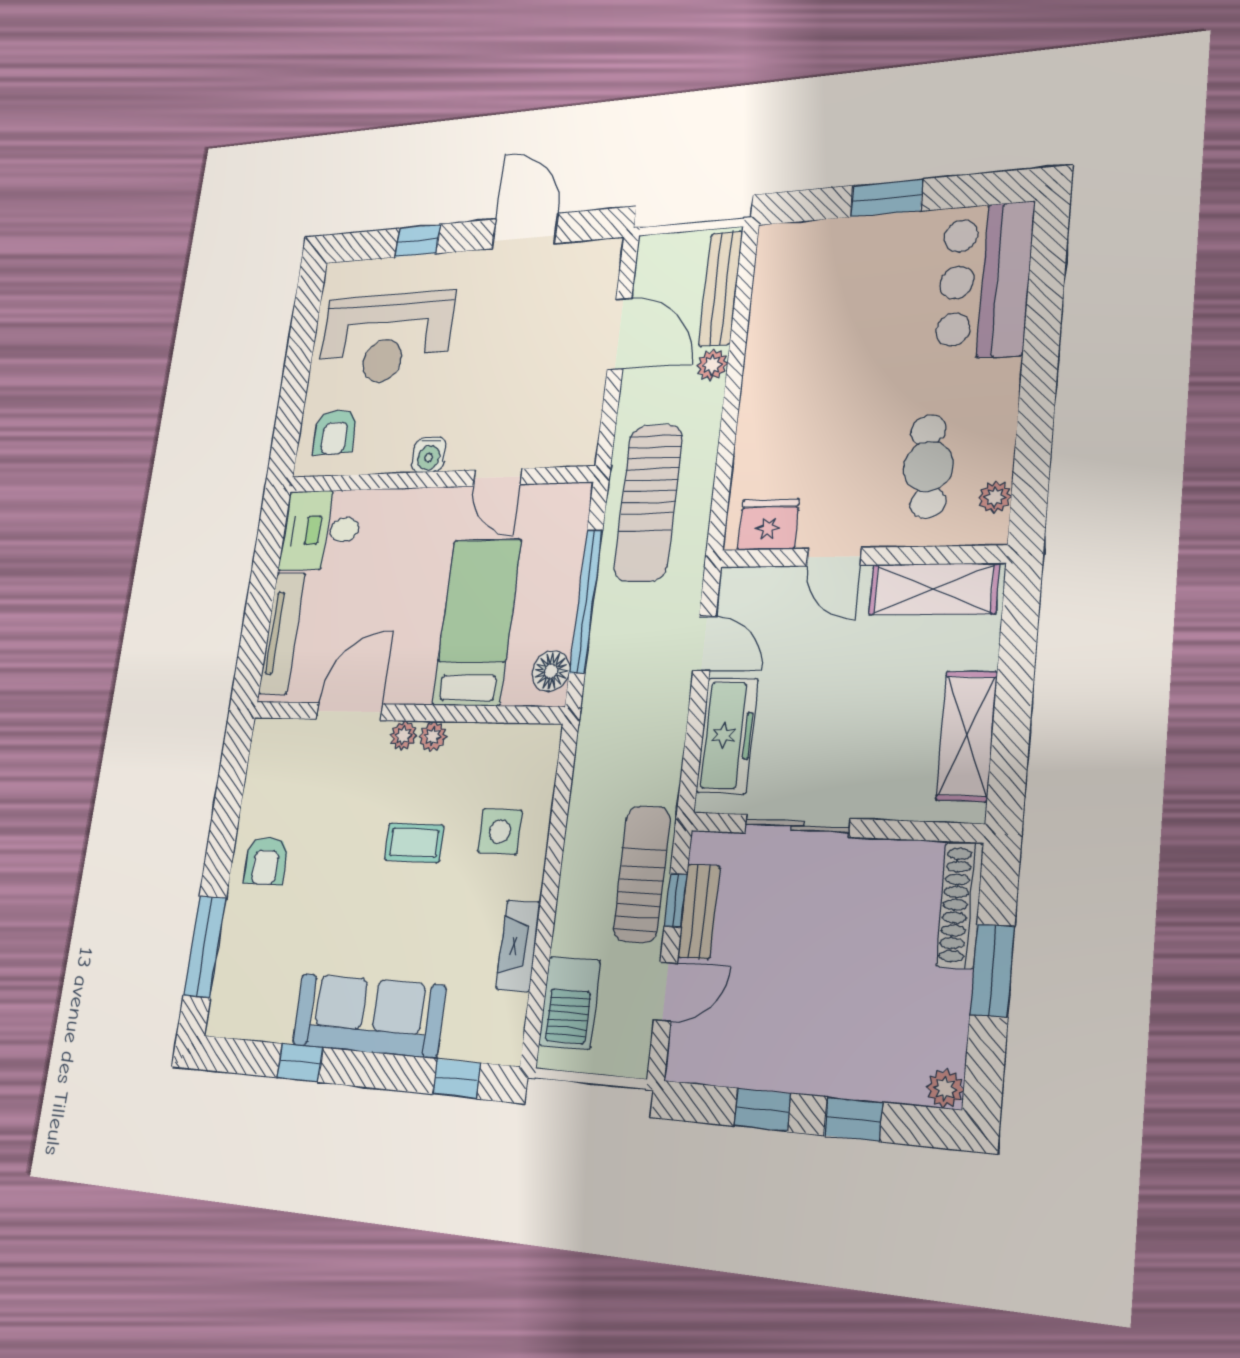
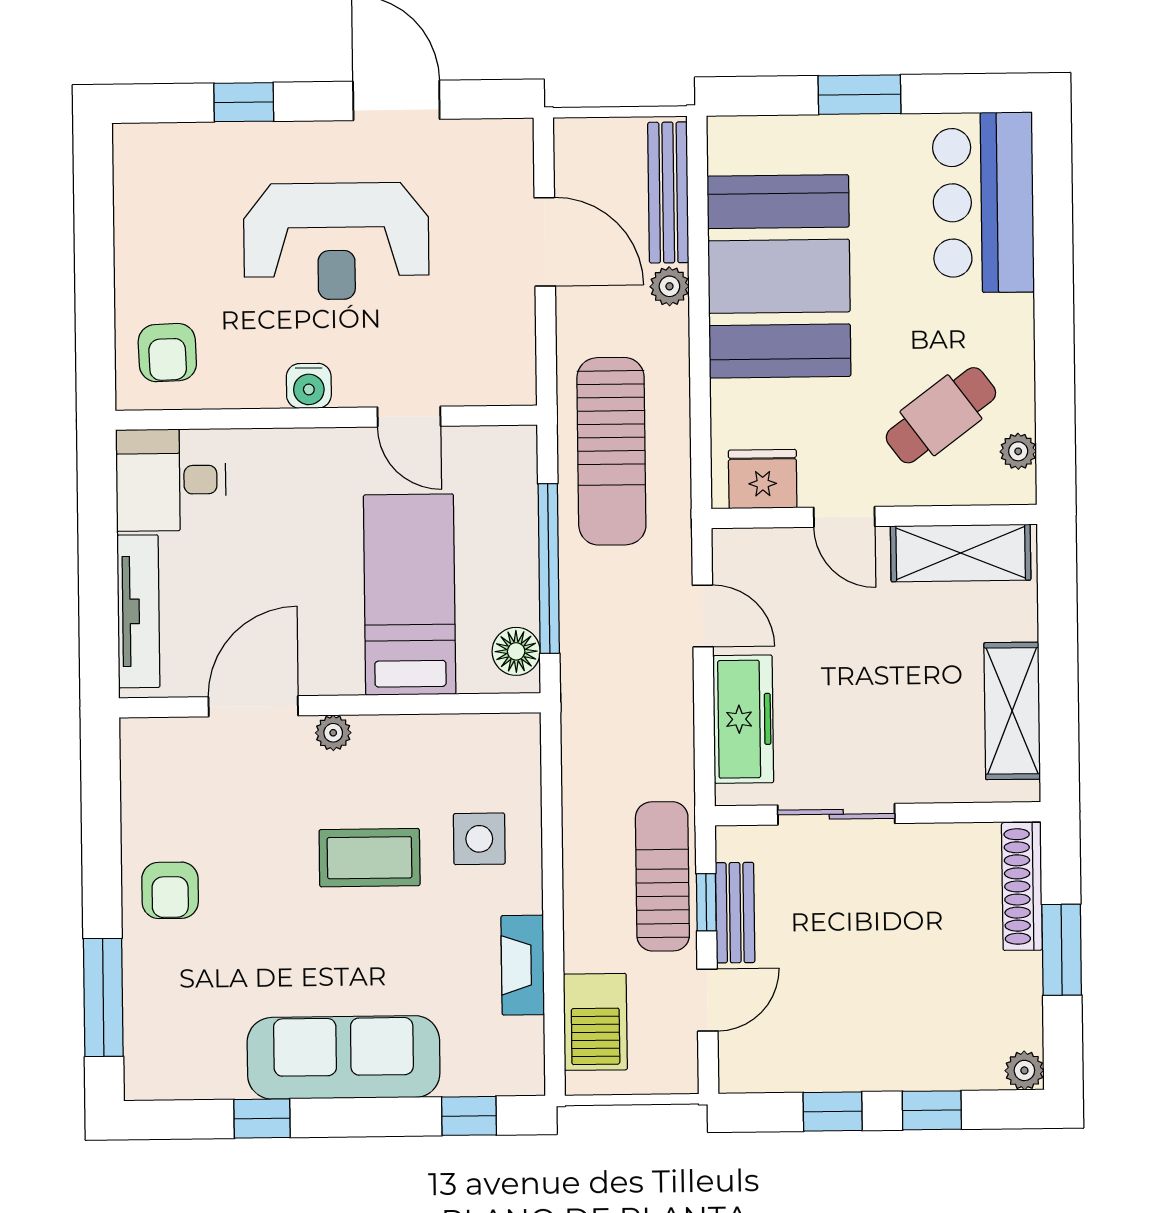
reception desk: (386, 338) -> (336, 241), moved
booth: (802, 352) -> (779, 276), added
cafe table: (928, 466) -> (941, 415), turned 58
plant: (433, 737) -> (373, 733), removed
coffee table: (414, 843) -> (370, 858), width x1.36, depth x1.30

